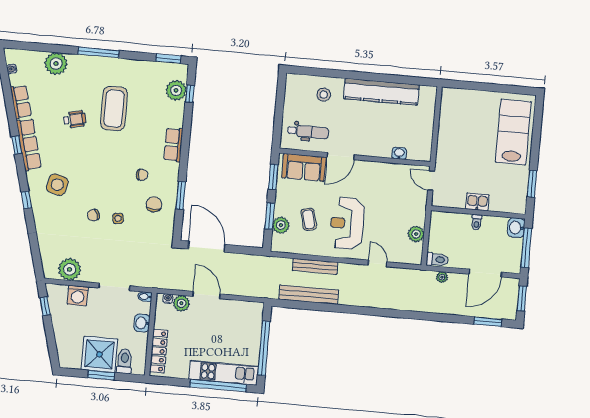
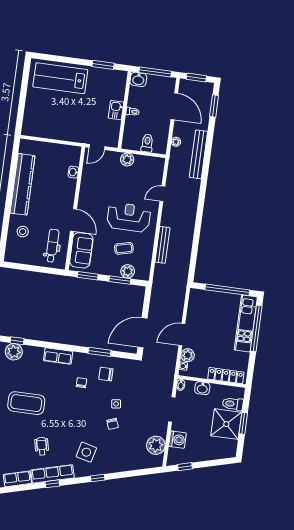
wheelchair: (75, 119) -> (42, 446), moved
reception desk: (347, 223) -> (129, 217), turned 180
plant: (416, 234) -> (127, 160), moved
toilet: (437, 260) -> (147, 143), moved
bench: (309, 295) -> (198, 154), moved

